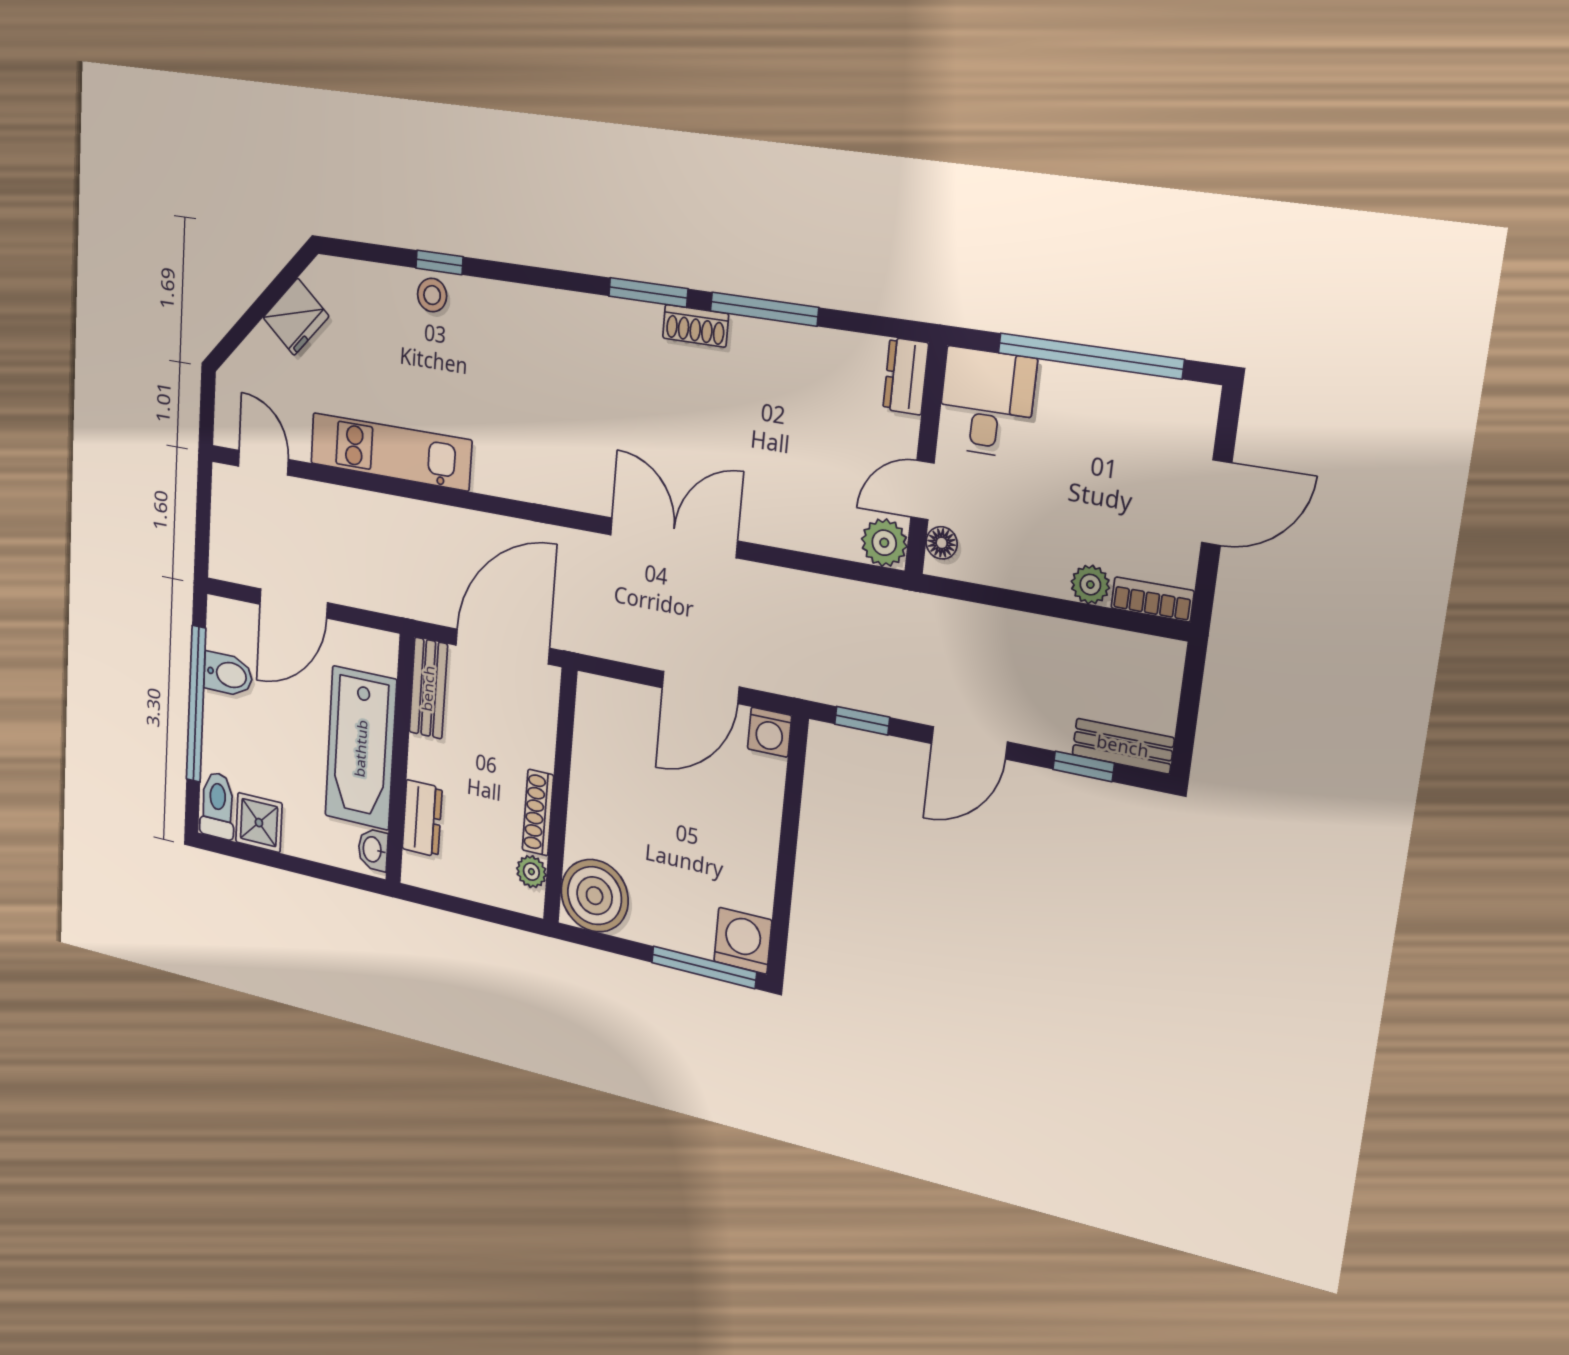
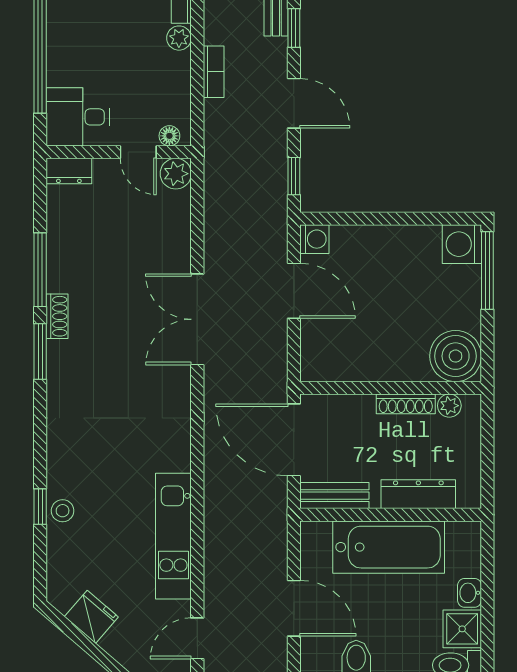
bookcase: (1031, 629) -> (214, 72), added
dresser: (422, 818) -> (418, 494), width x1.44
washbasin: (373, 850) -> (470, 593), moved, turned 90

